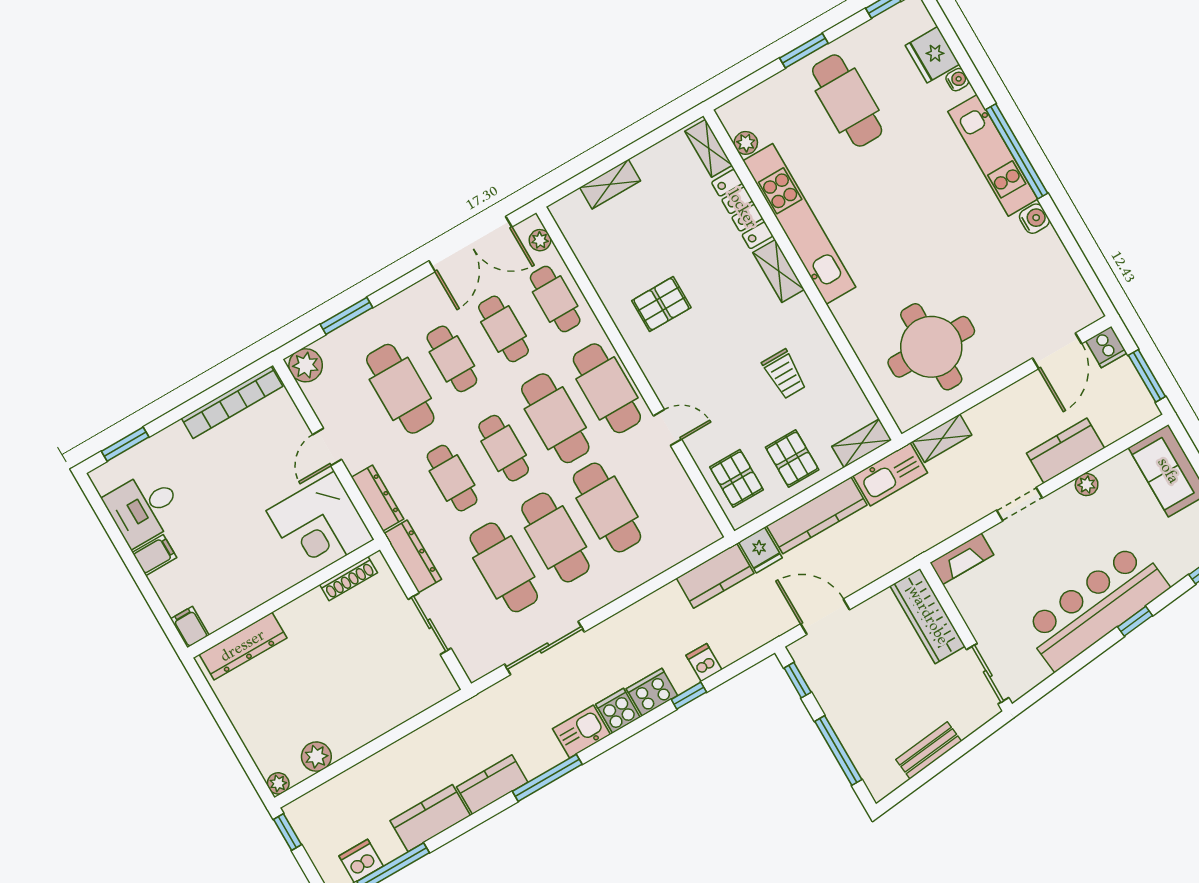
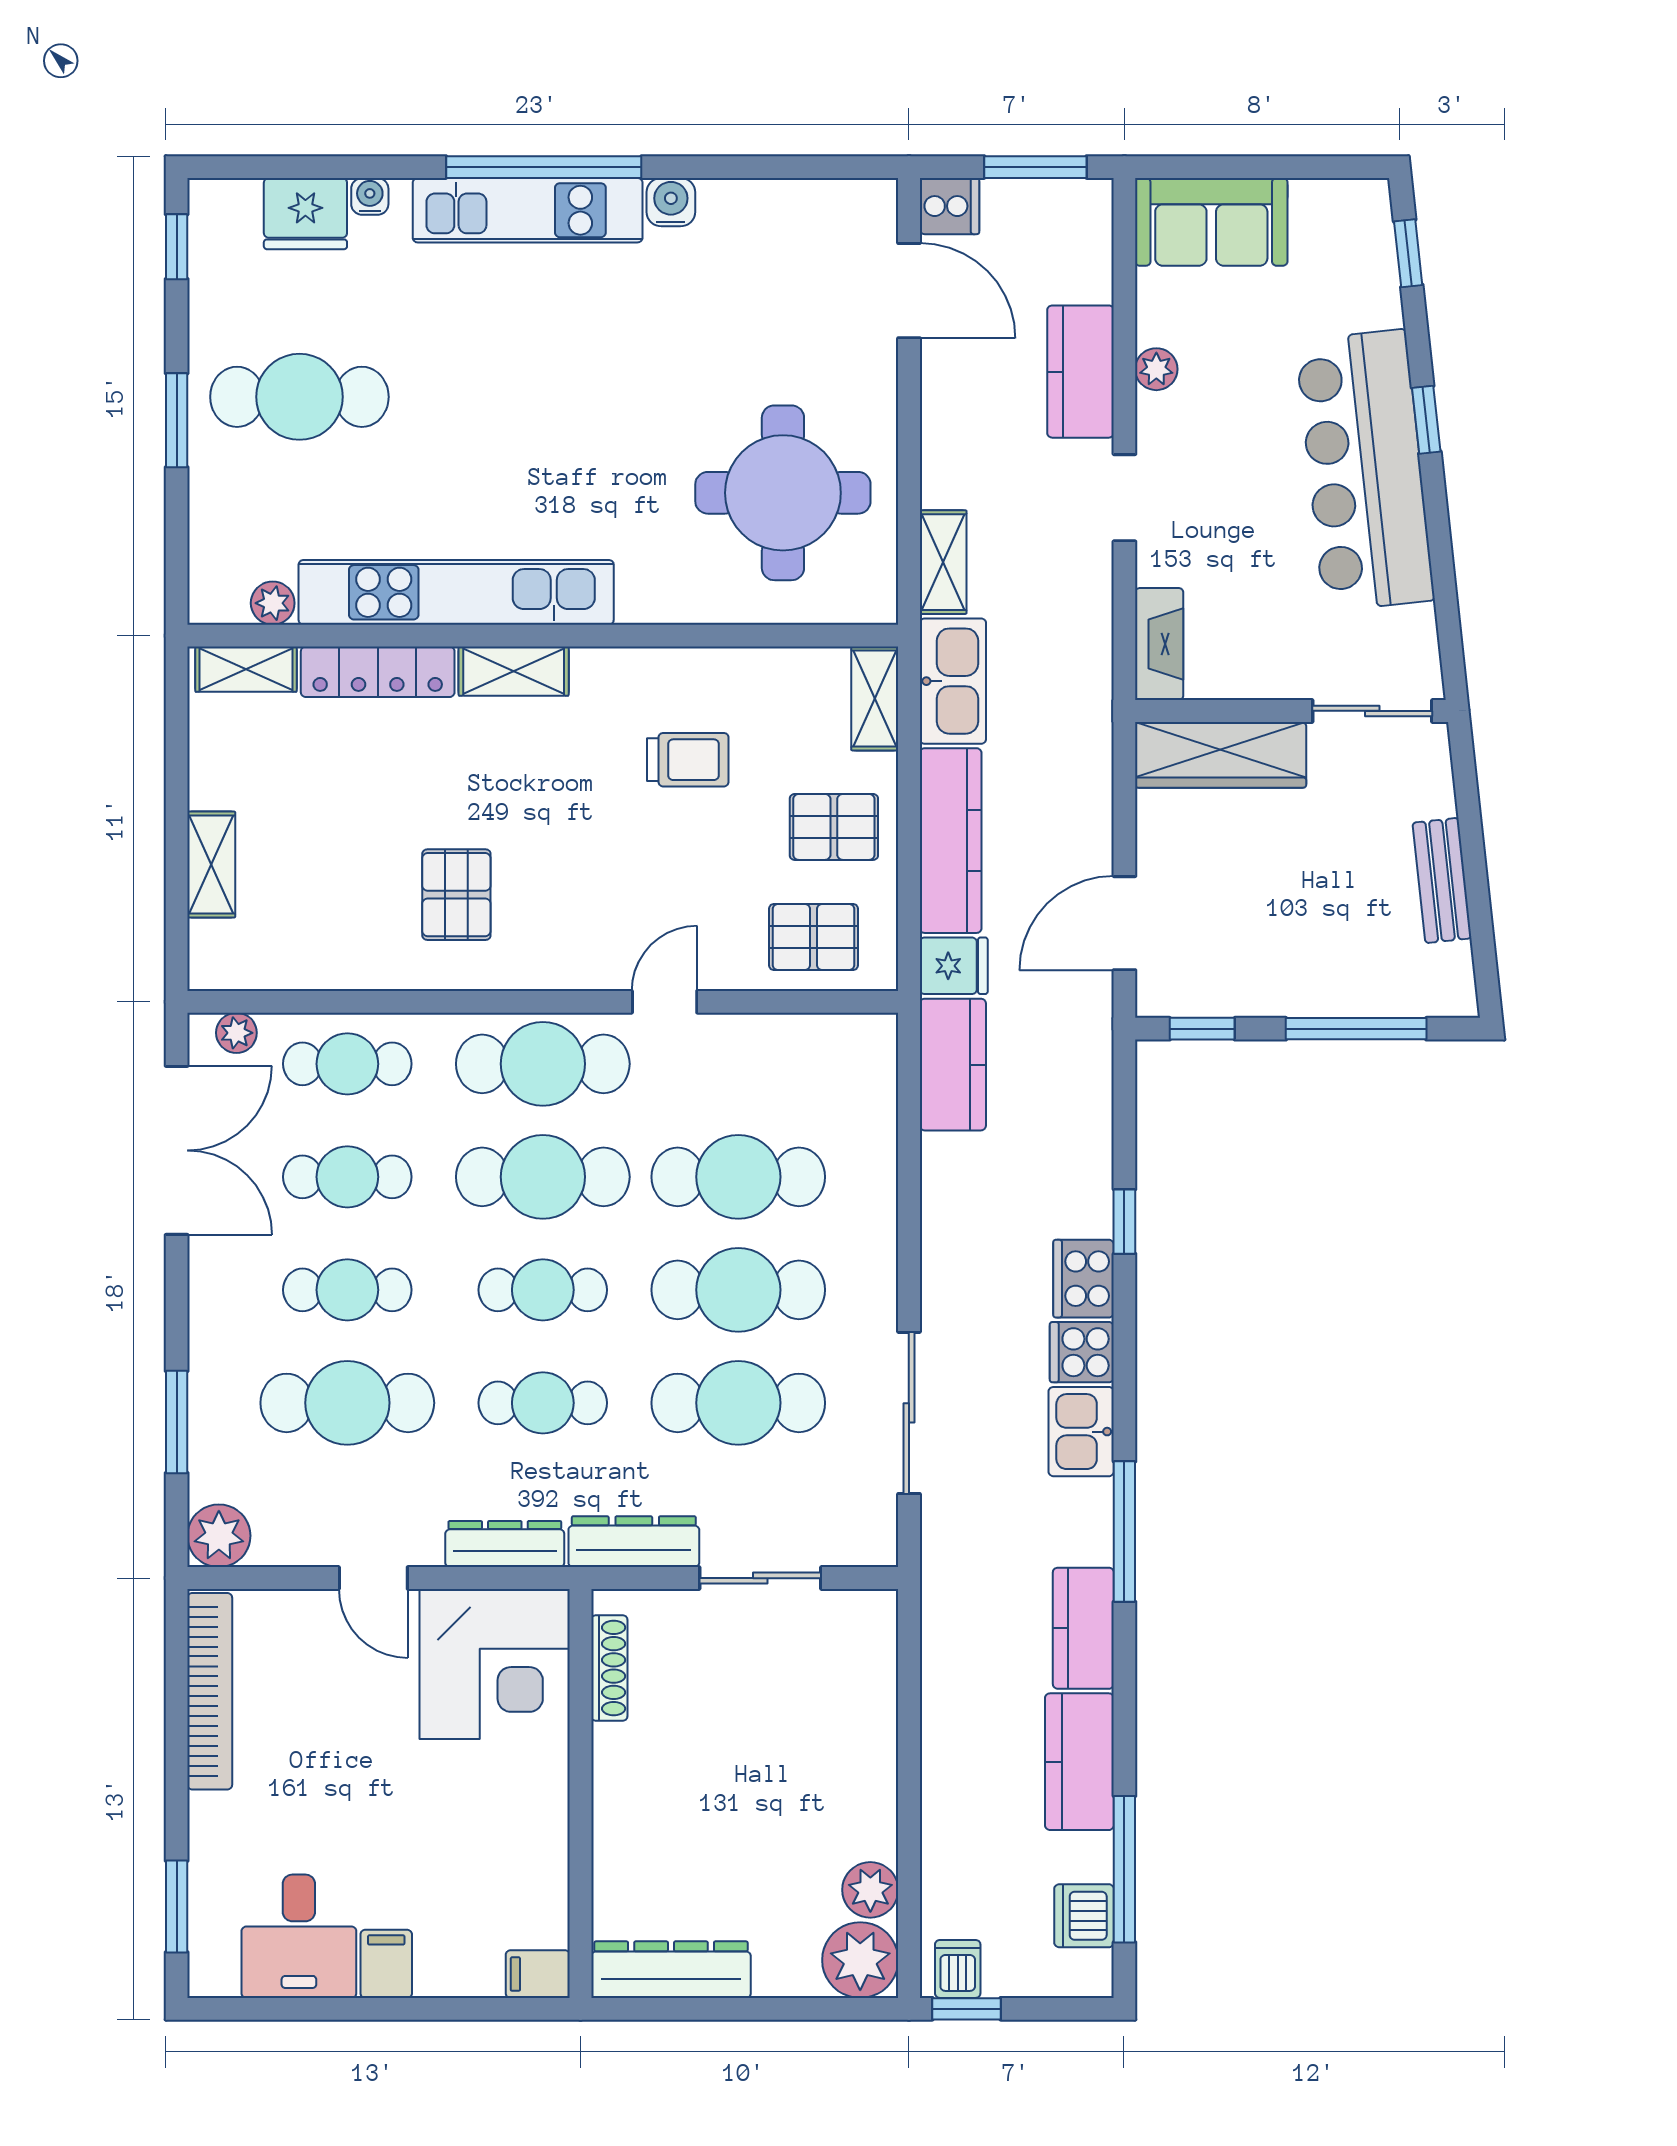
dresser: (243, 646) -> (671, 1970), moved, turned -90
dishwasher: (704, 663) -> (958, 1969), moved, turned 90
plant: (278, 783) -> (860, 1960), width x1.88, depth x1.88

